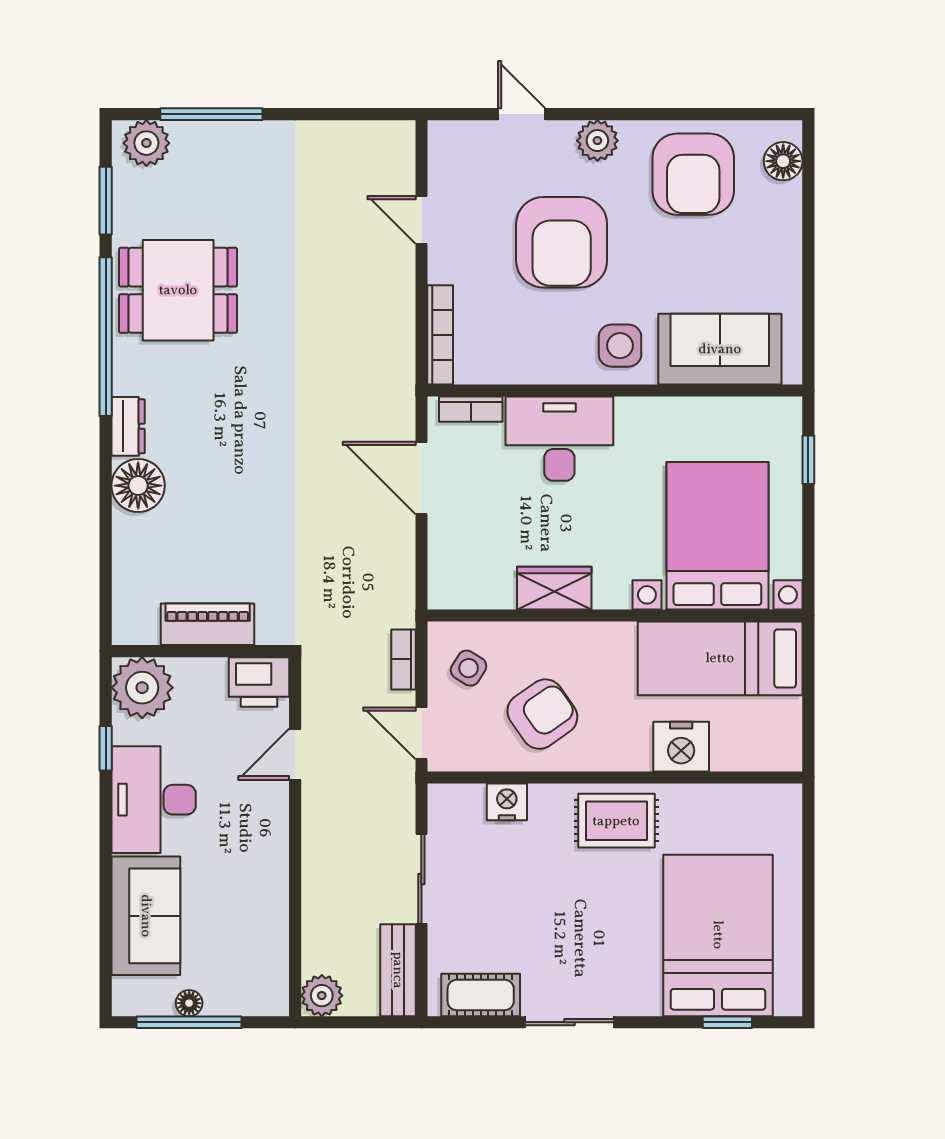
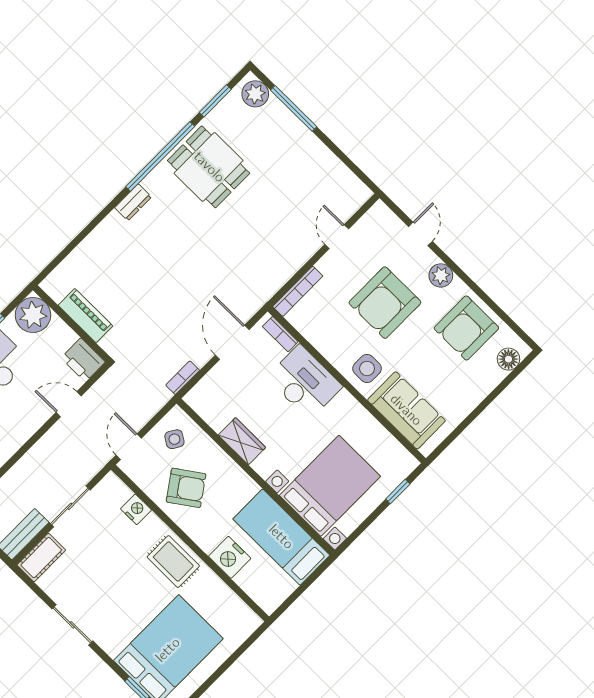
floor lamp: (138, 486) -> (113, 231), removed
bookcase: (403, 659) -> (183, 378), moved
cot: (481, 995) -> (41, 558), moved, turned 90

